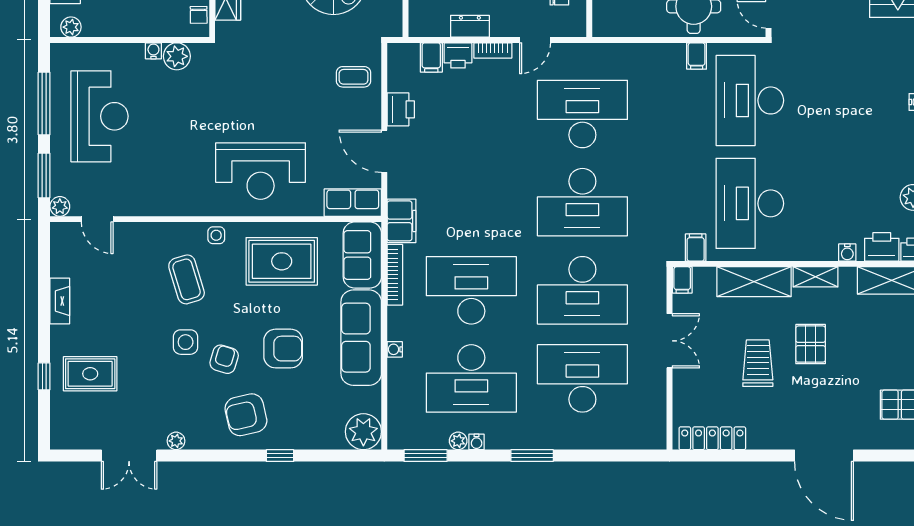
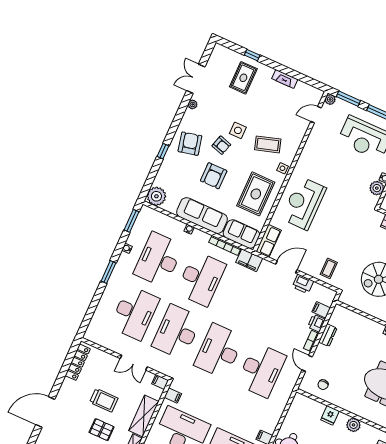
plant: (458, 441) -> (131, 240), removed

